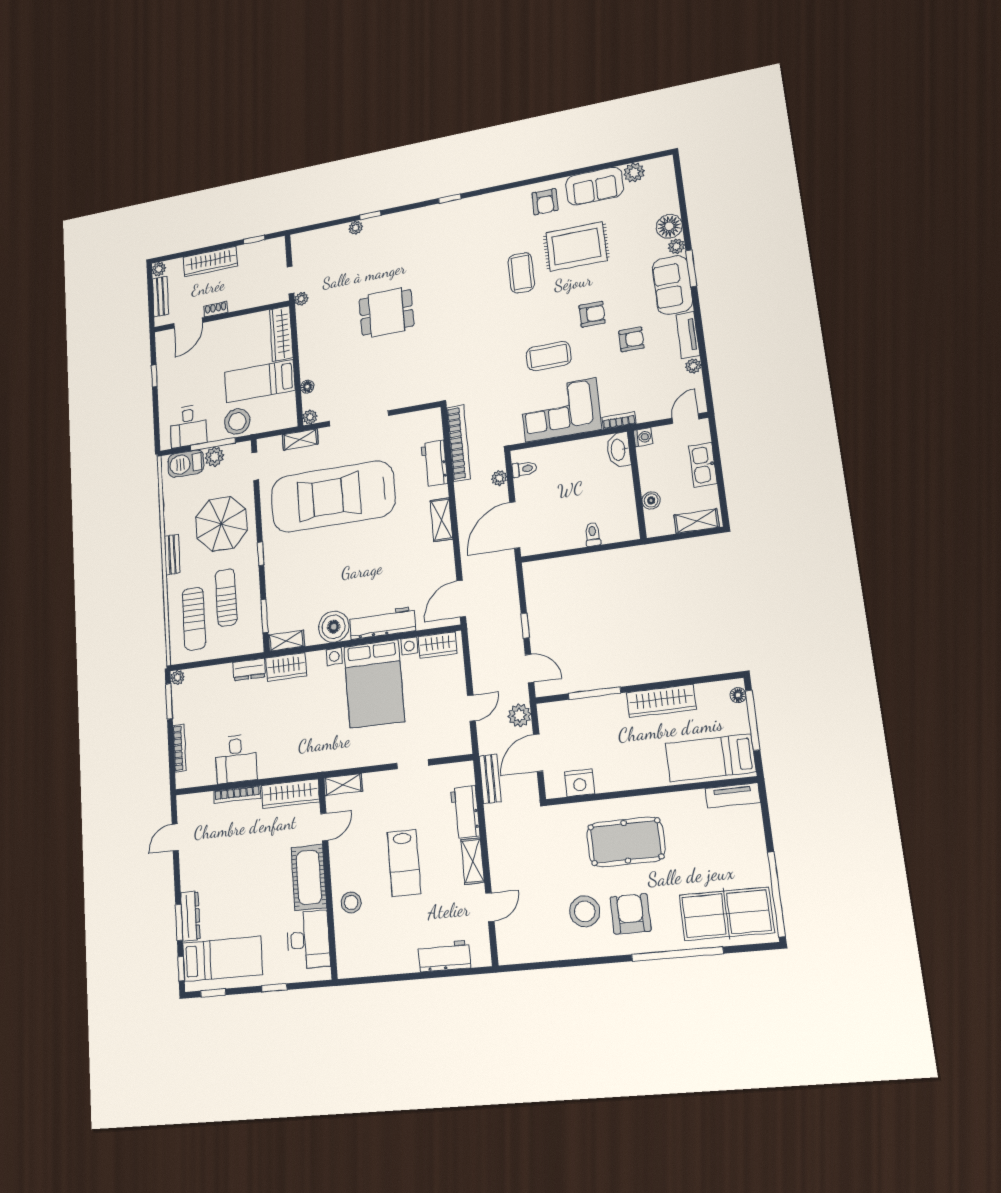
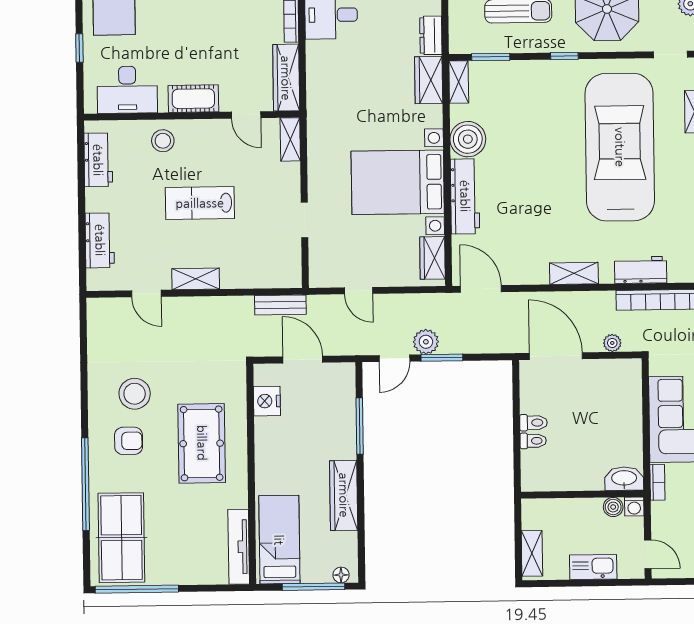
toilet: (524, 469) -> (533, 423), moved, turned -90
boiler: (651, 500) -> (613, 507), moved
window: (525, 626) -> (442, 358), width x1.50
plant: (519, 715) -> (426, 342), moved
tv unit: (733, 795) -> (239, 547), width x1.41
workbench: (465, 812) -> (98, 160), moved, turned 90
cot: (309, 877) -> (193, 99), width x0.73, depth x0.75
armchair: (631, 914) -> (129, 441), width x0.72, depth x0.72

